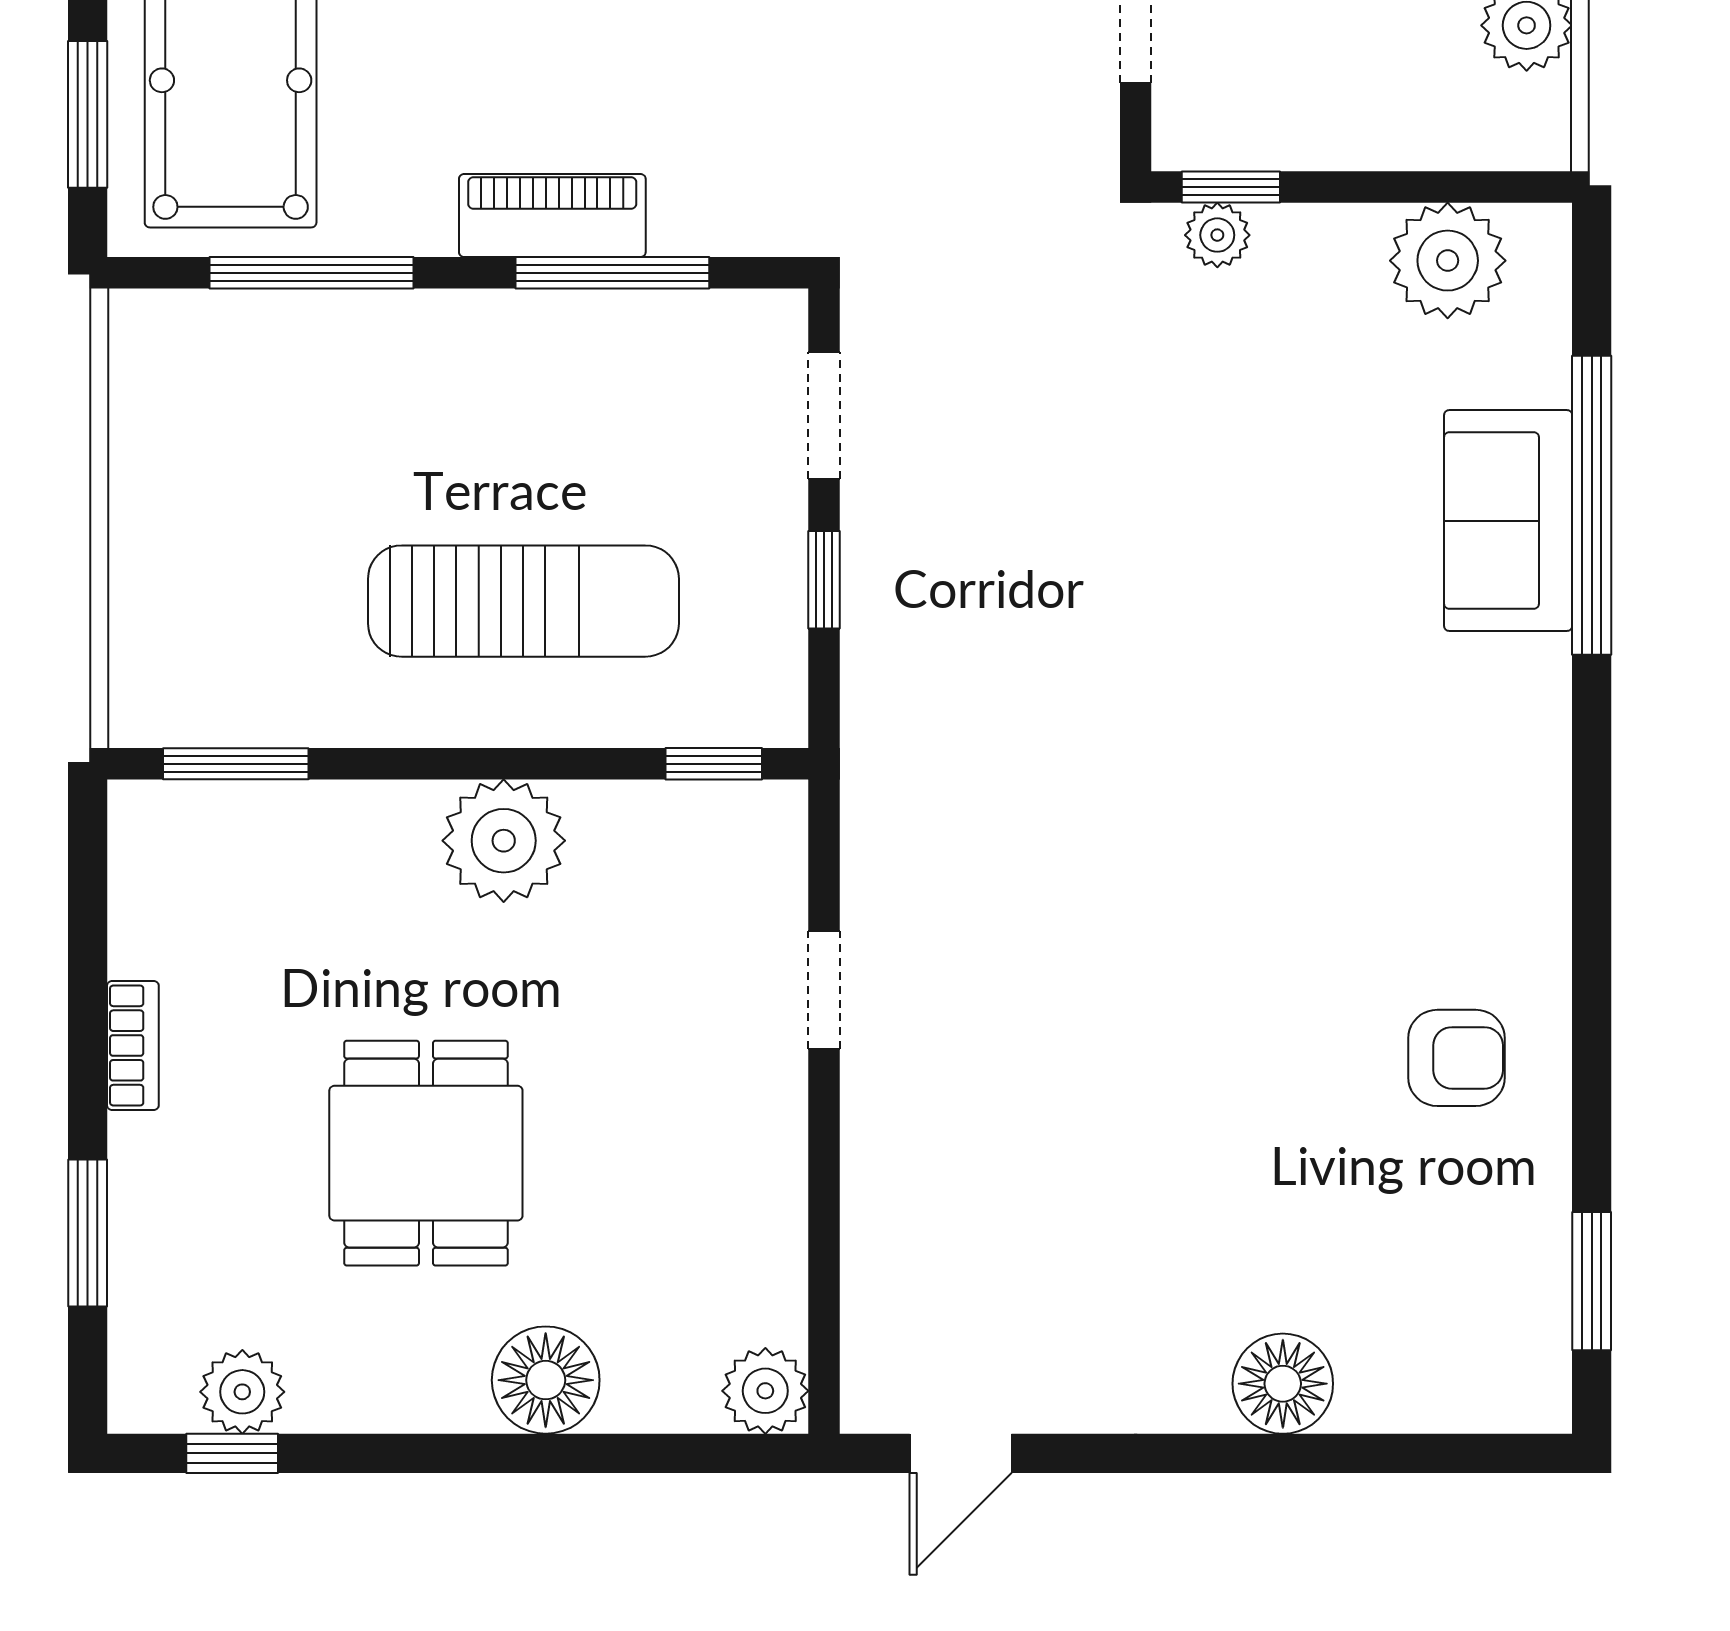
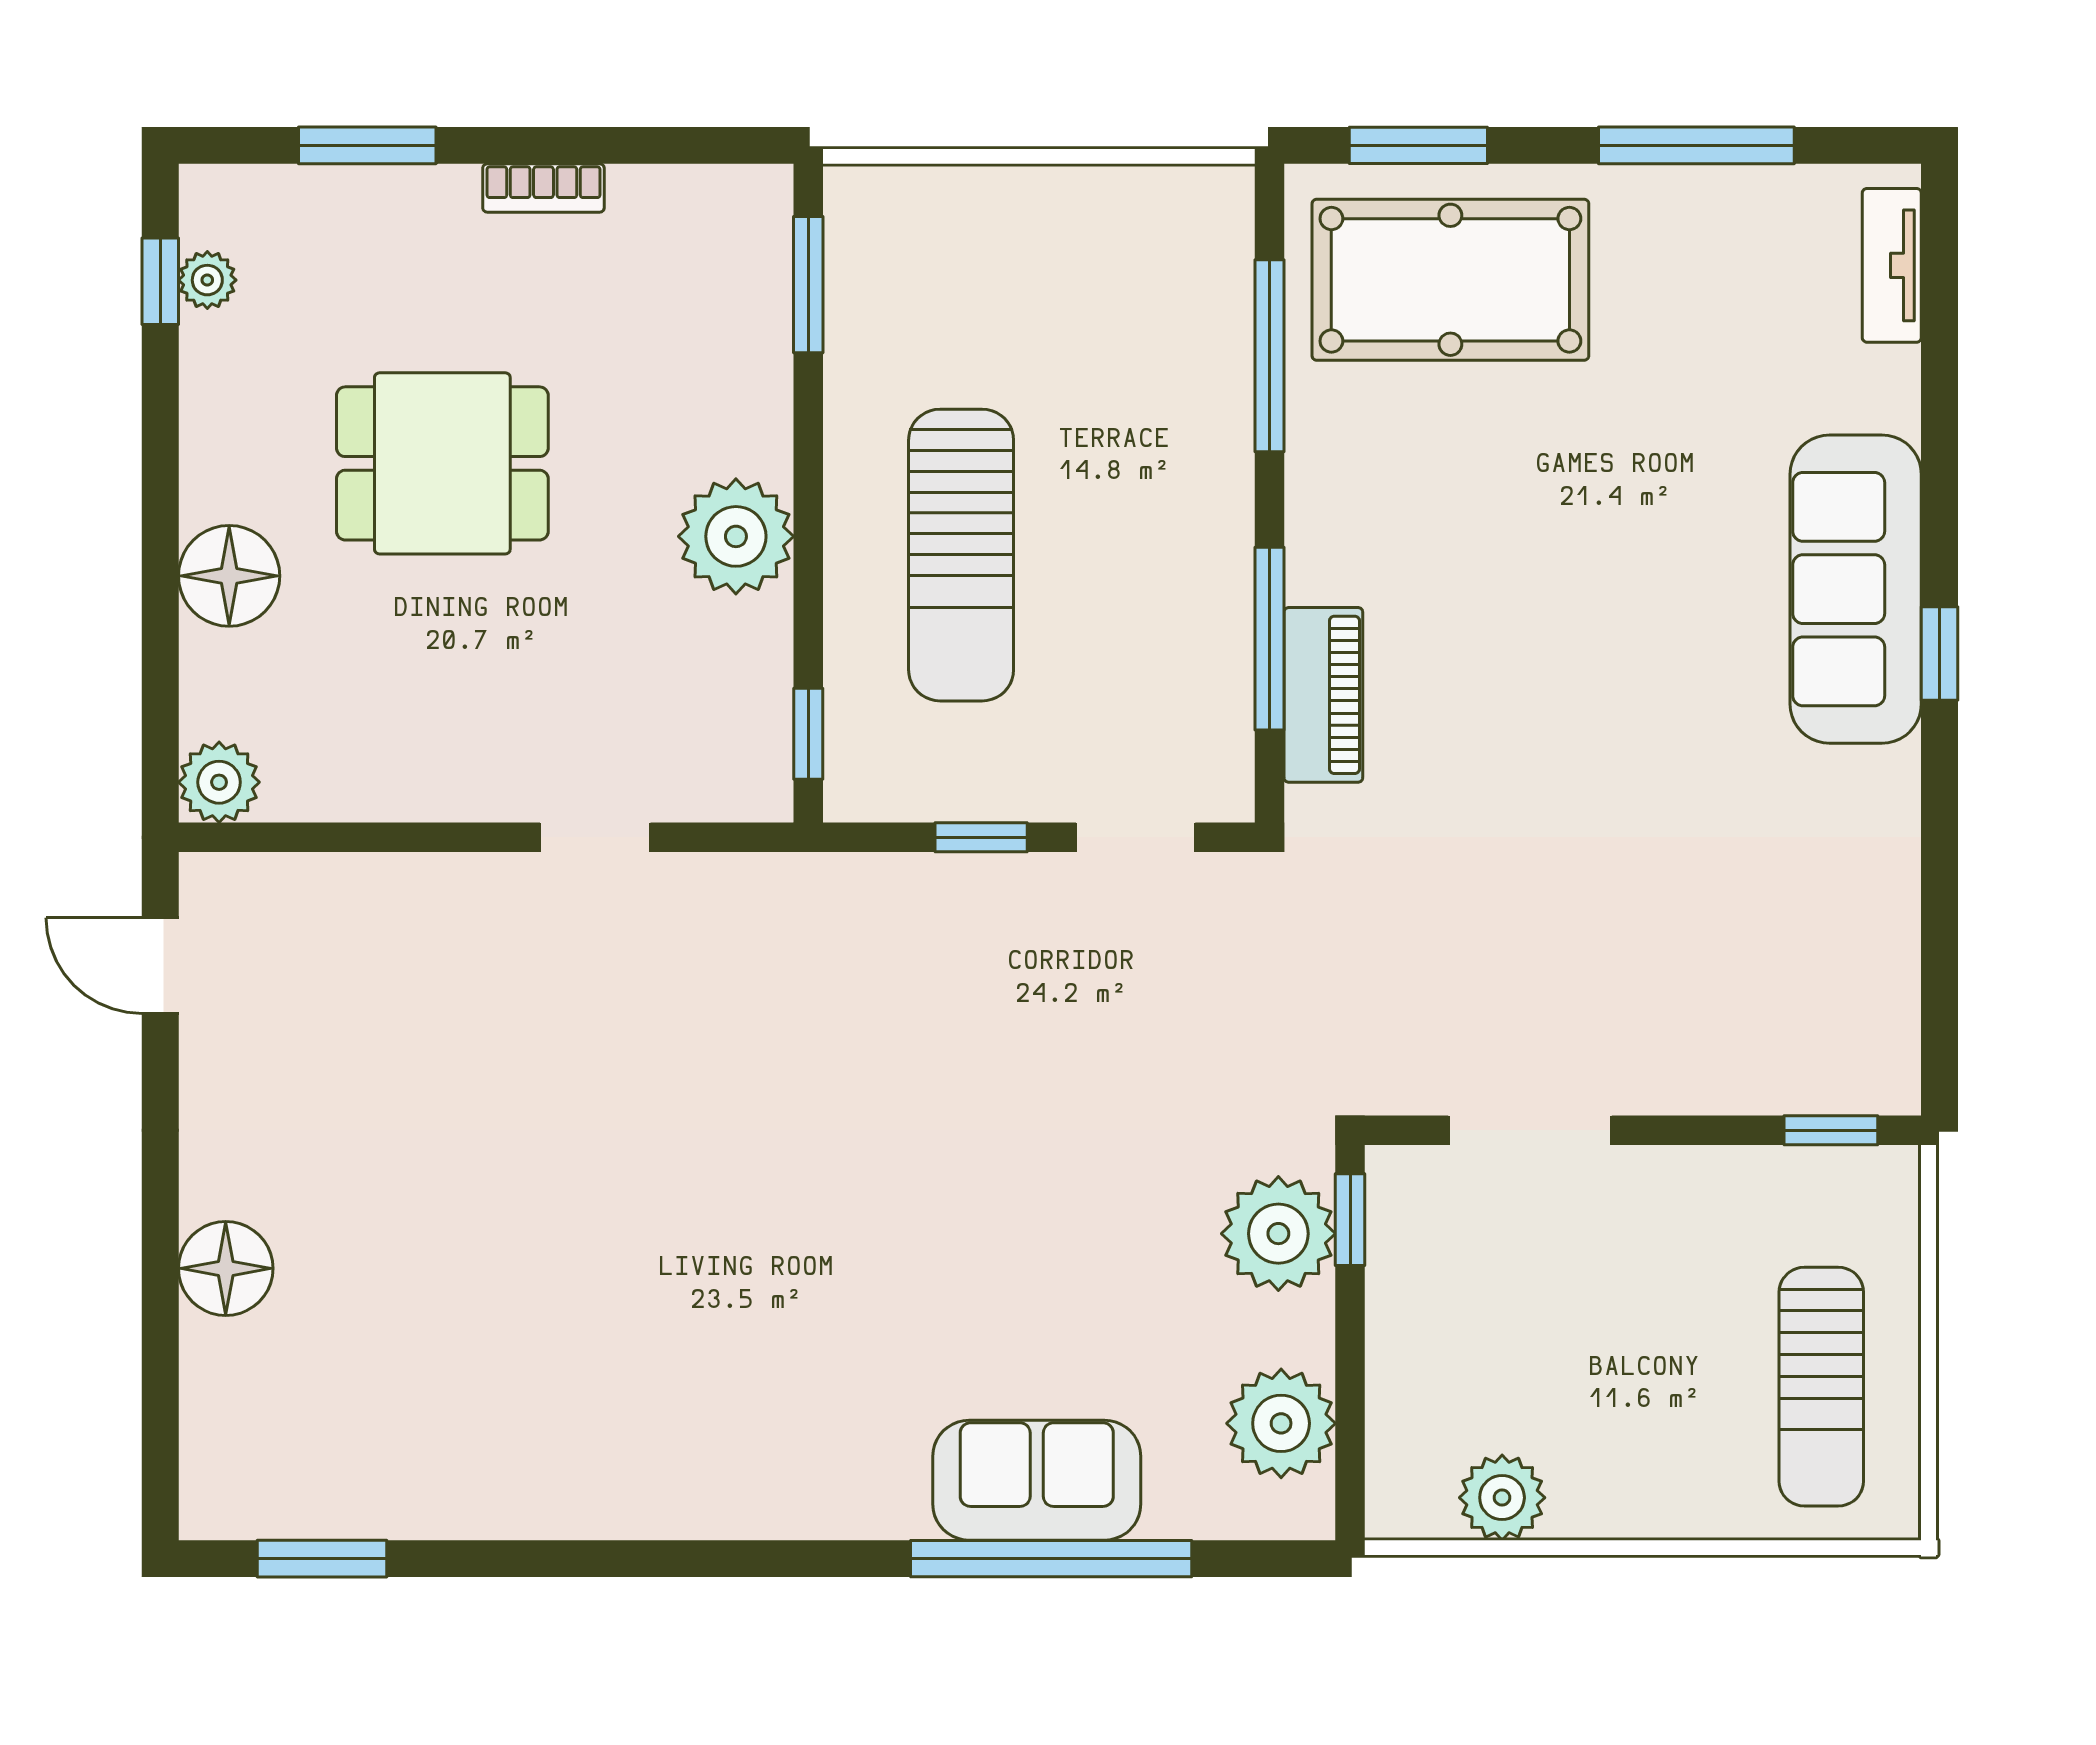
piano: (552, 216) -> (1323, 695), moved
plant: (1217, 235) -> (1278, 1234), width x1.87, depth x1.87
armchair: (1457, 1058) -> (532, 1432), removed
plant: (242, 1392) -> (207, 280), width x0.73, depth x0.73

